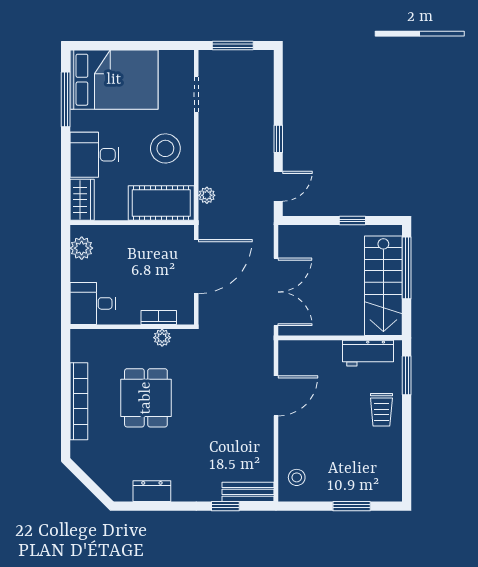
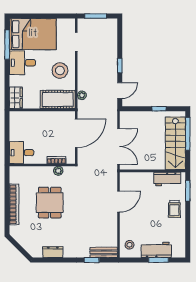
desk: (94, 155) -> (22, 63), moved
plant: (82, 248) -> (16, 123), removed
workbench: (347, 487) -> (156, 250), added

